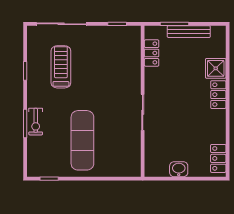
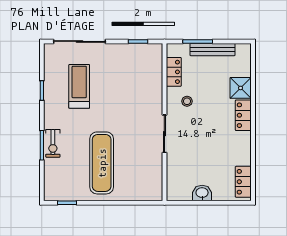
stool: (164, 81) -> (187, 101), added

